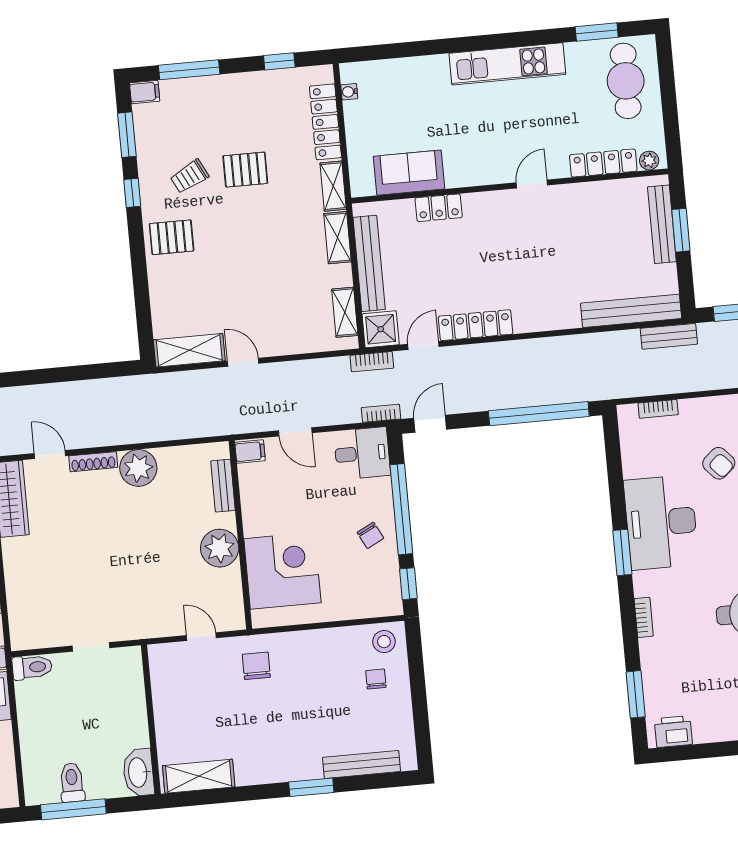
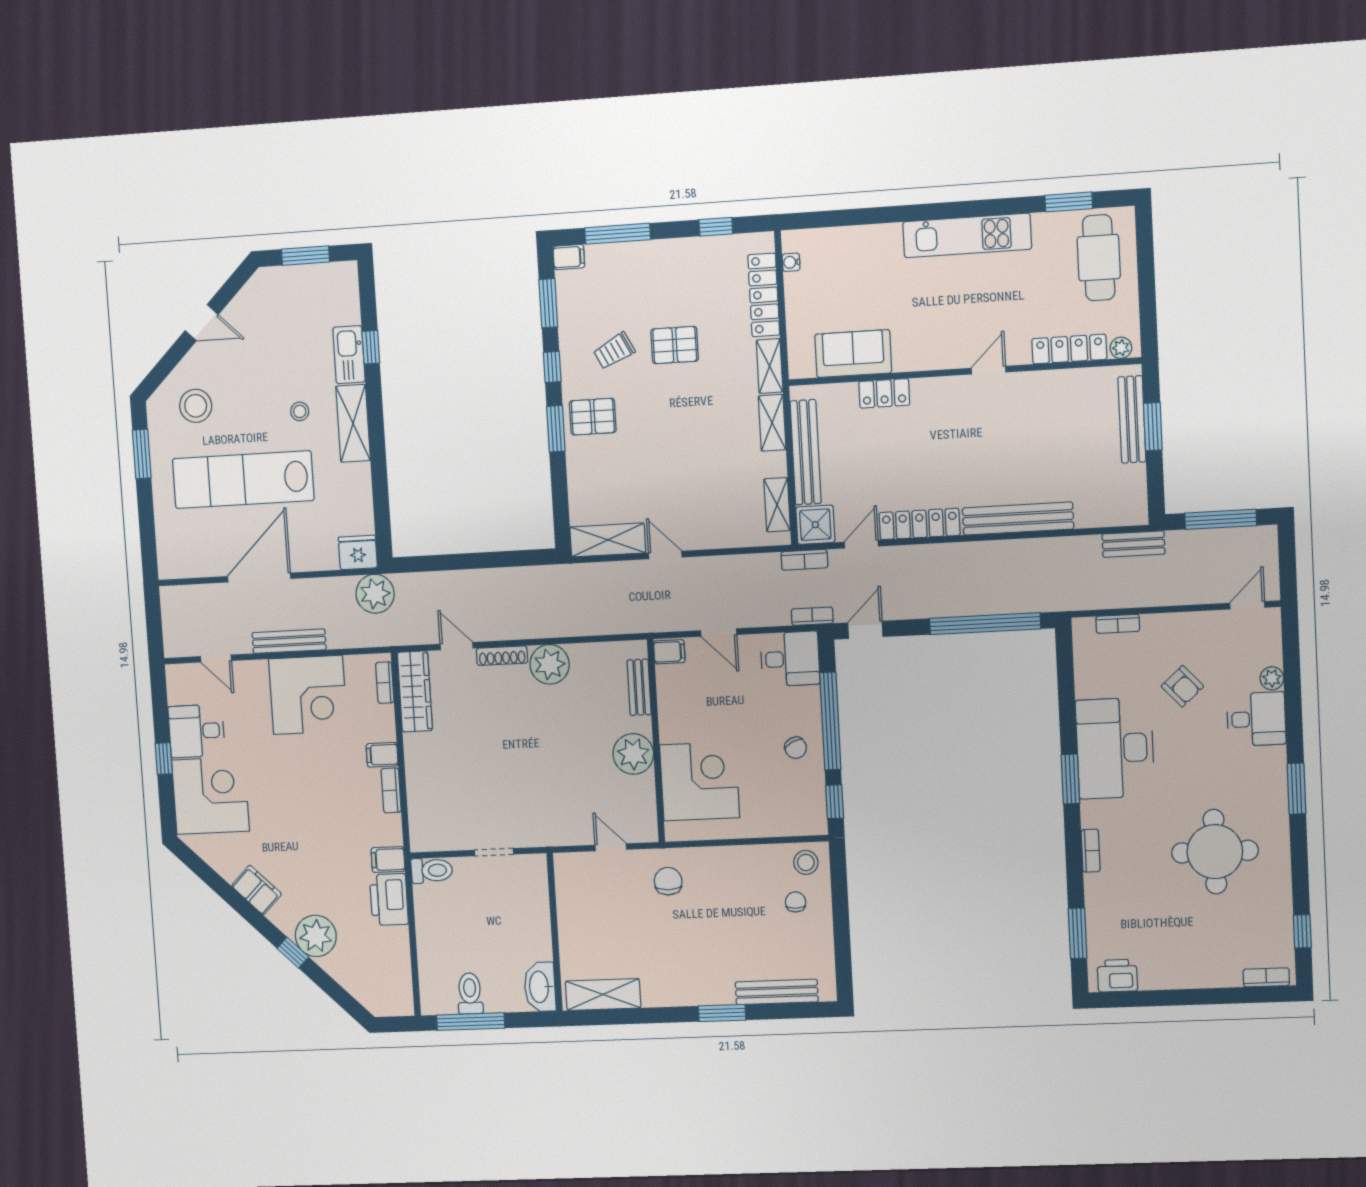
window: (138, 250) -> (556, 429), added
bench: (631, 311) -> (1018, 519), moved

